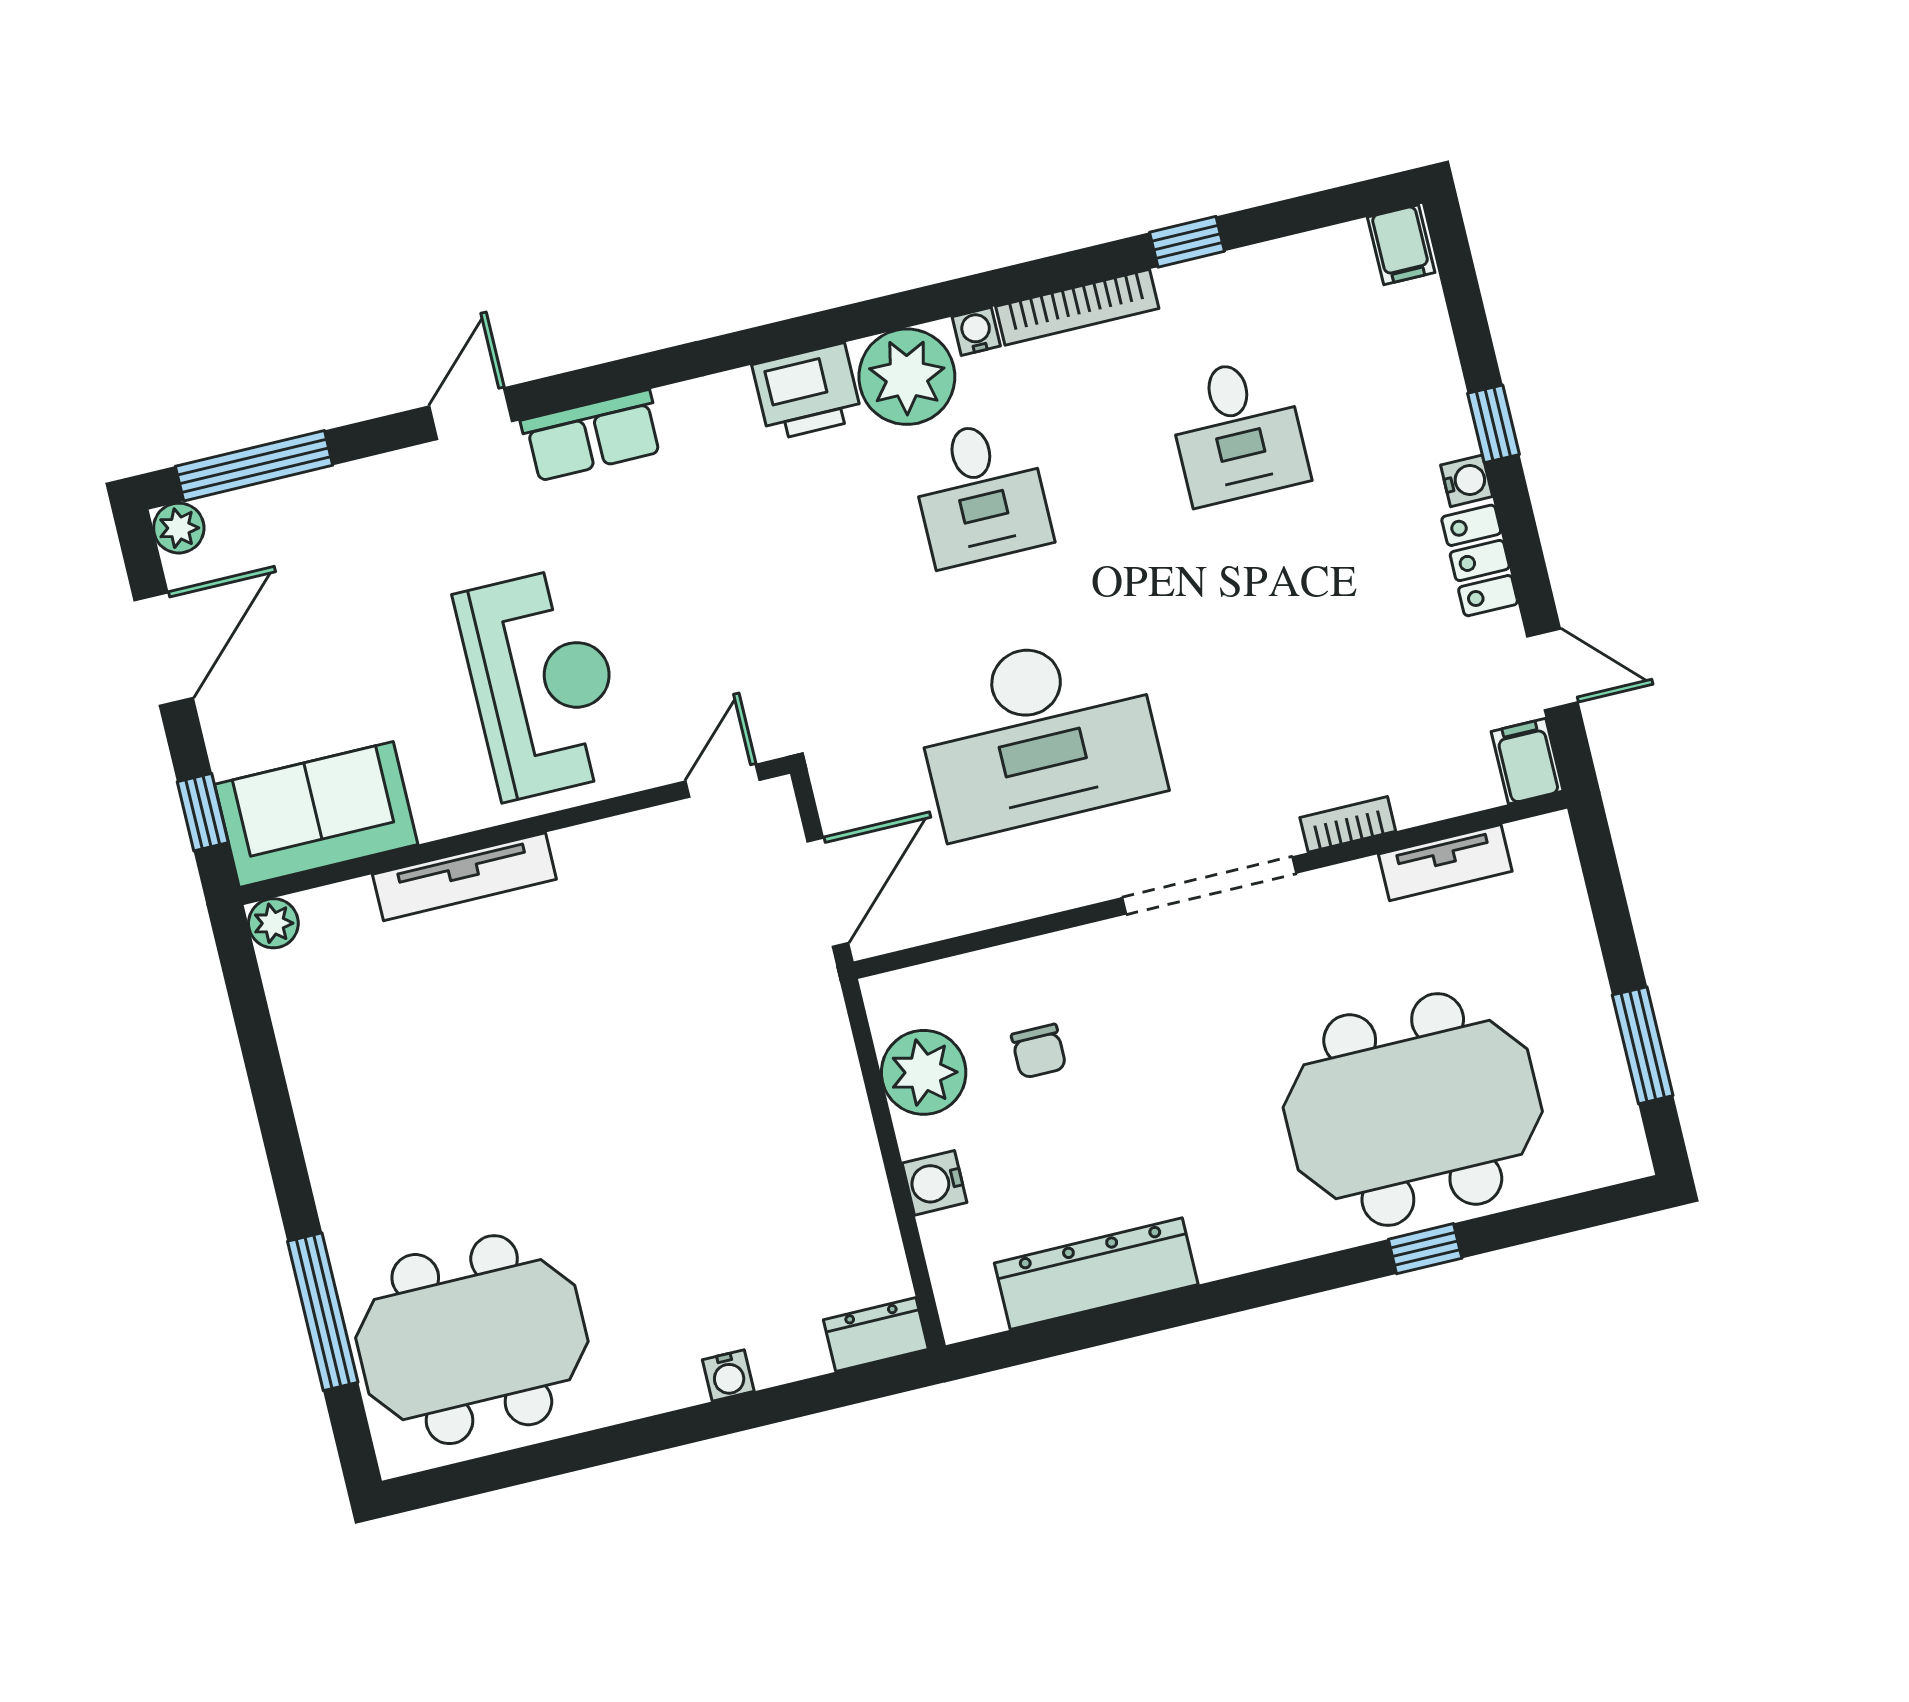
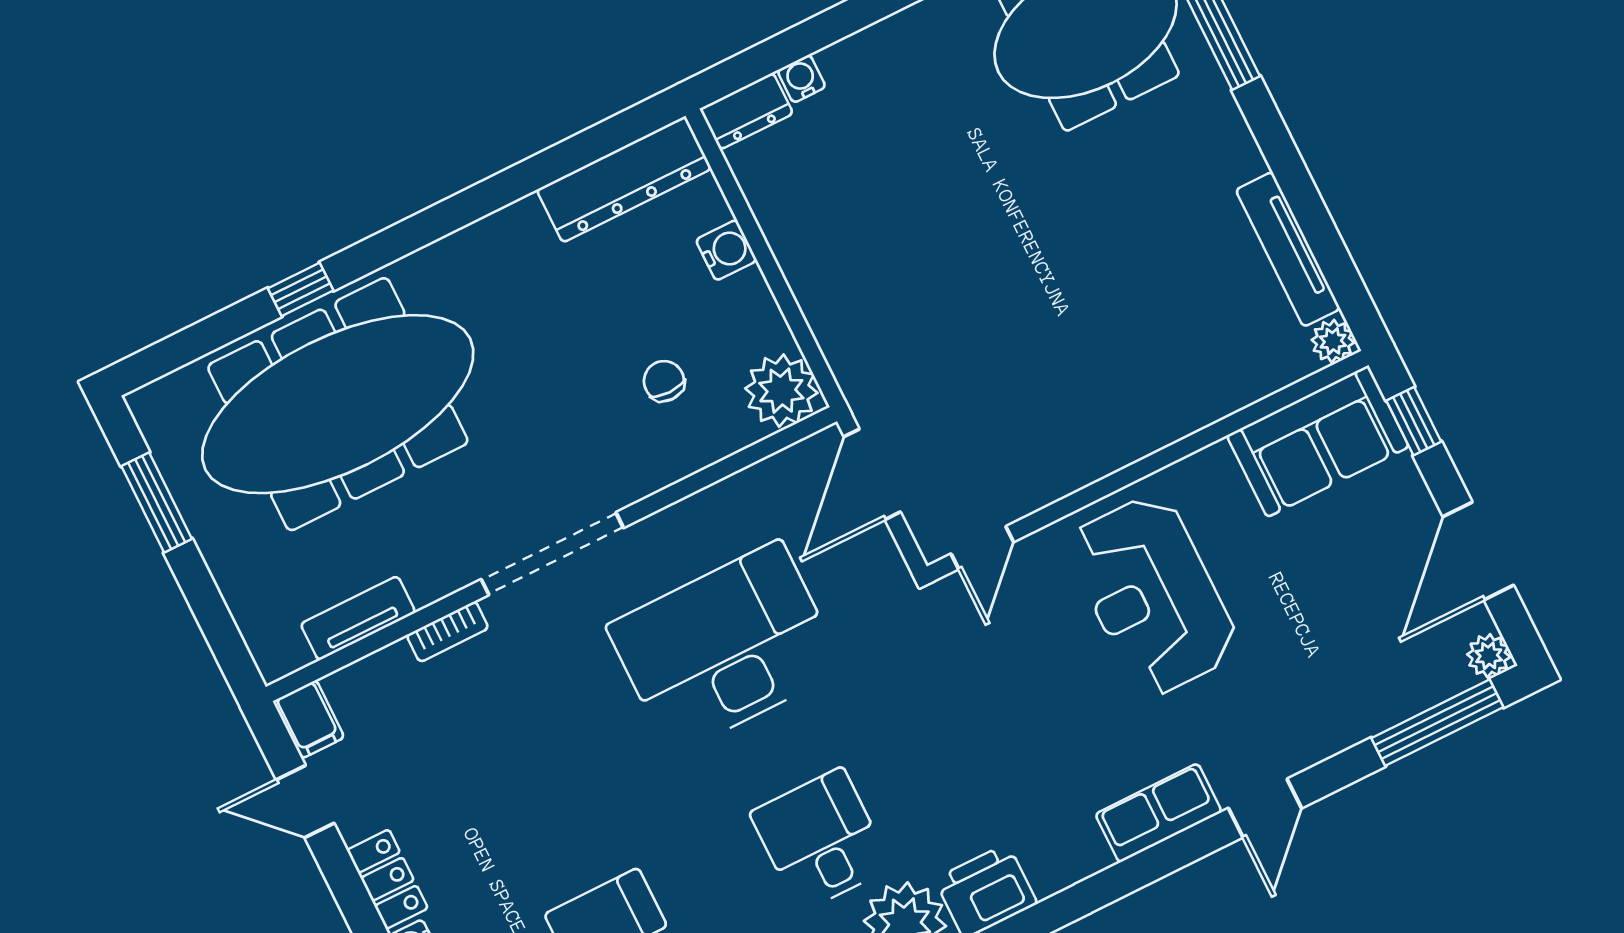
tv unit: (464, 877) -> (1288, 249), moved, turned -90
plant: (924, 1072) -> (781, 391), moved
meeting table: (1413, 1109) -> (338, 404), width x1.36
dresser: (1096, 1274) -> (624, 179), moved
water cooler: (728, 1375) -> (801, 79), moved

